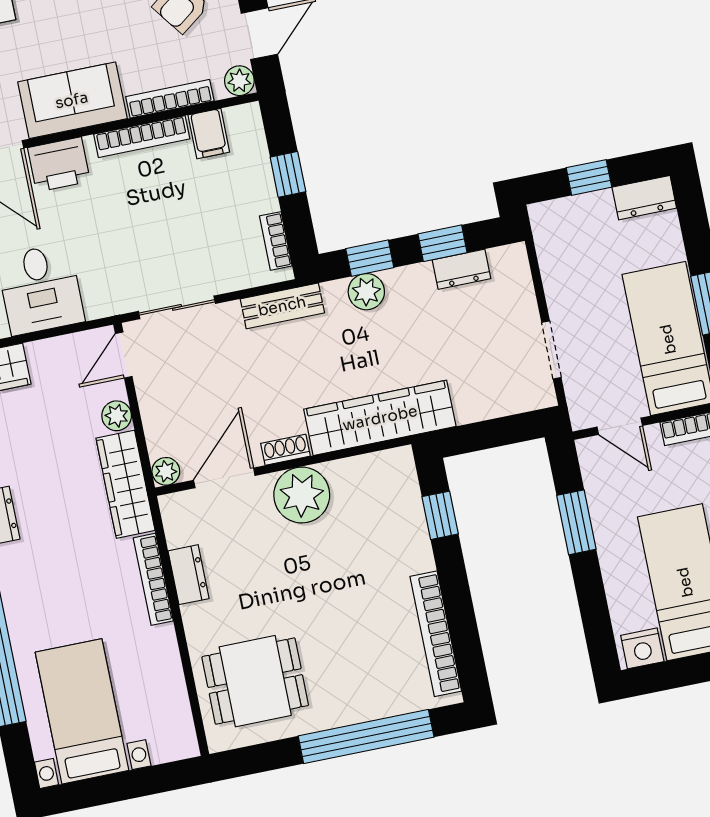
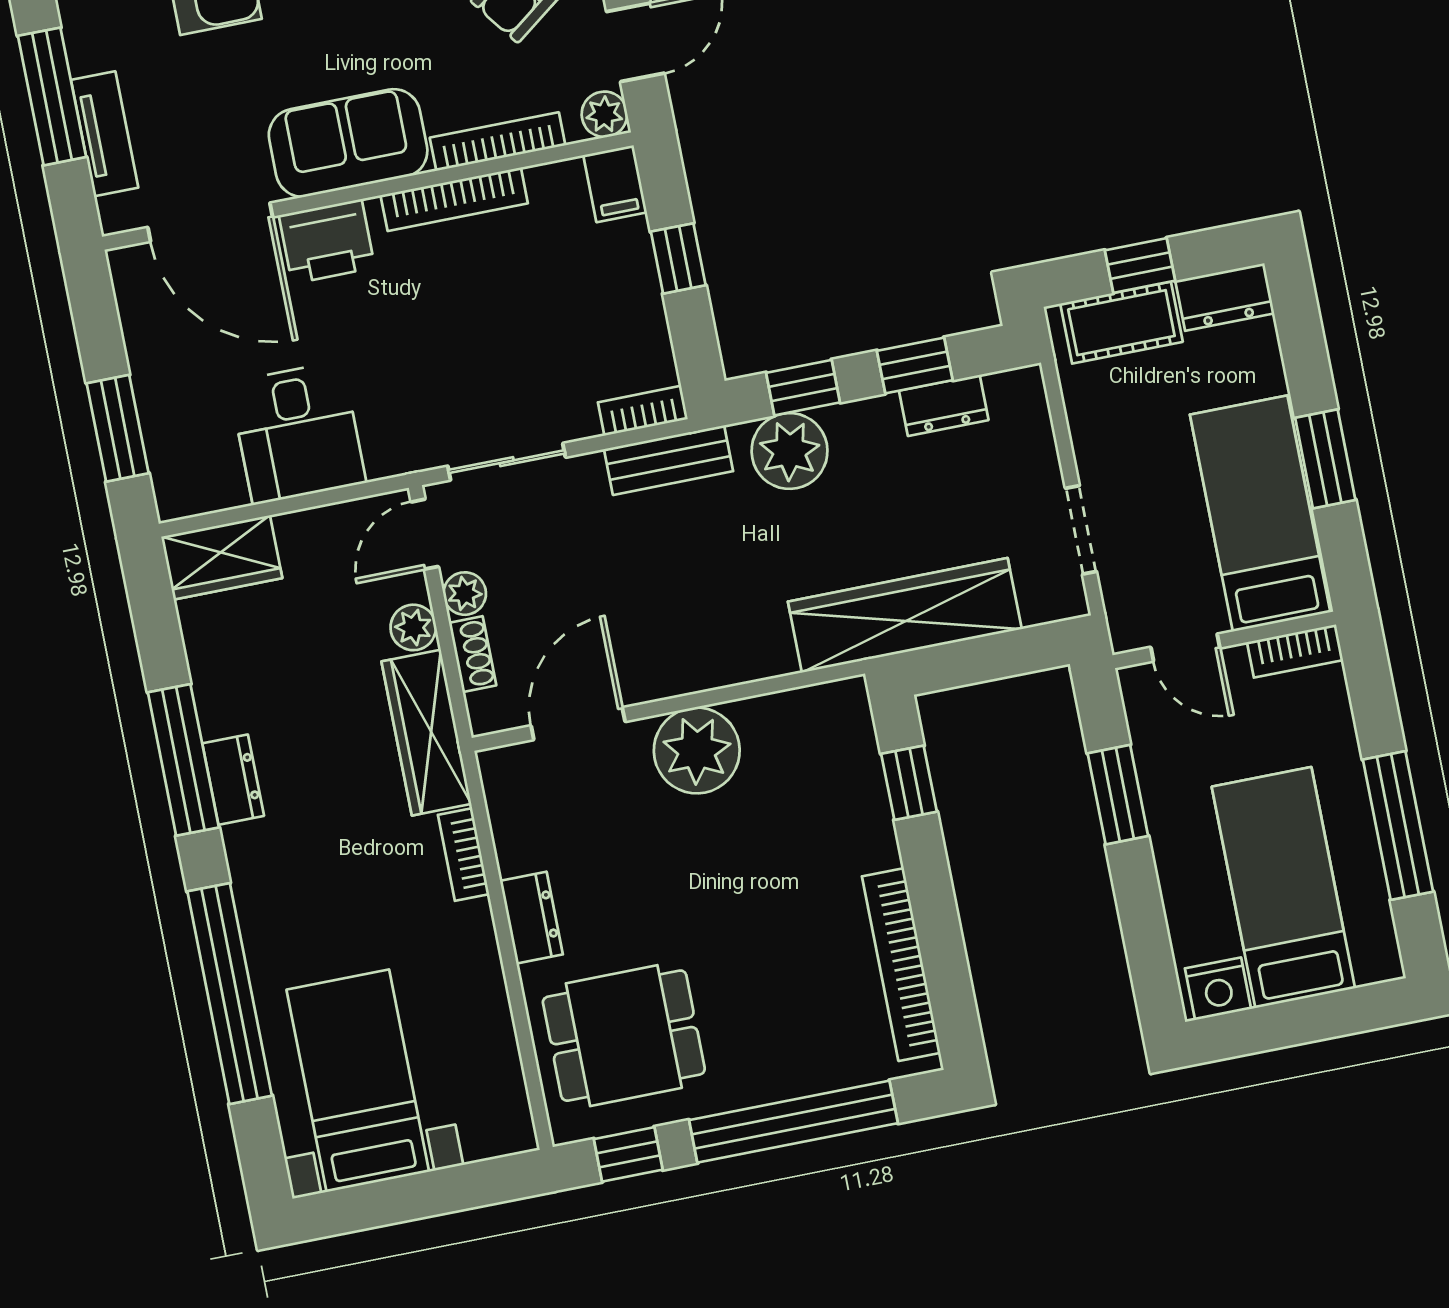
filing cabinet: (209, 134) -> (615, 184), moved
cot: (577, 215) -> (1121, 323), added
bookcase: (276, 241) -> (643, 411), moved, turned 90
plant: (366, 292) -> (790, 451), width x1.36, depth x1.36
wardrobe: (380, 418) -> (905, 615), moved
shoe rack: (285, 450) -> (473, 654), moved, turned 90
plant: (166, 471) -> (465, 594), moved
dresser: (189, 575) -> (531, 918), moved
bookcase: (153, 579) -> (464, 854), width x0.64
window: (258, 758) -> (628, 1154), added

